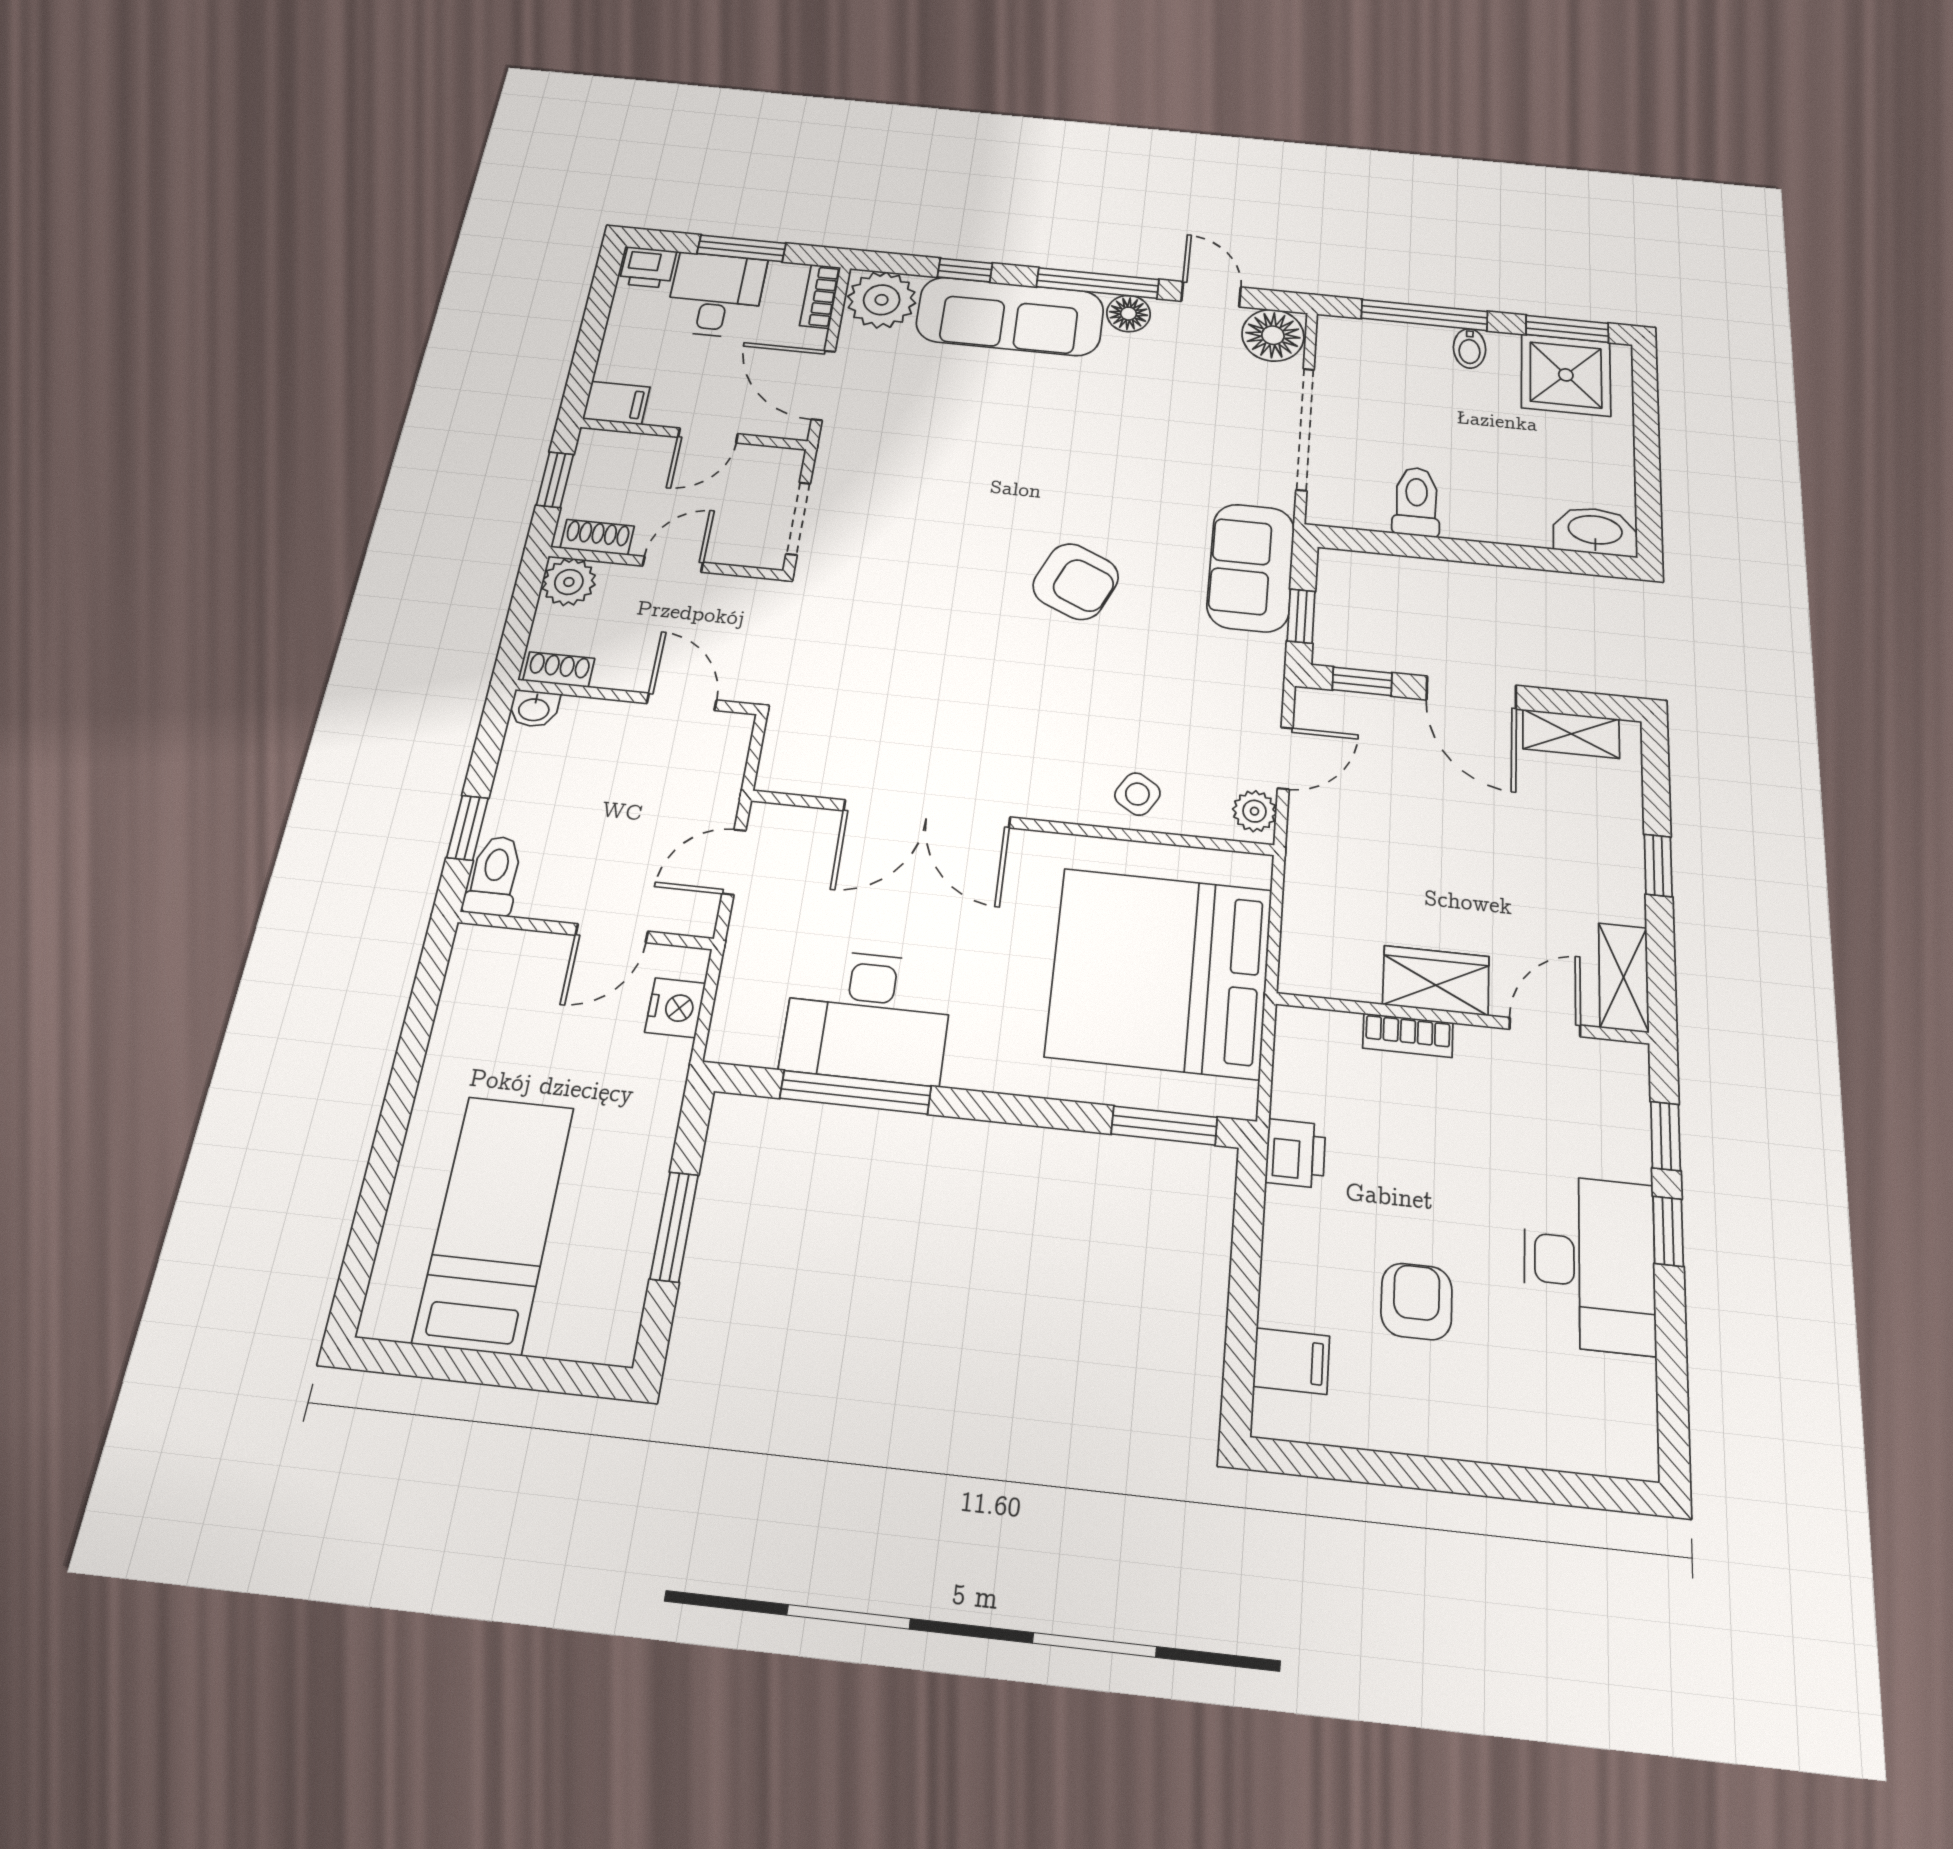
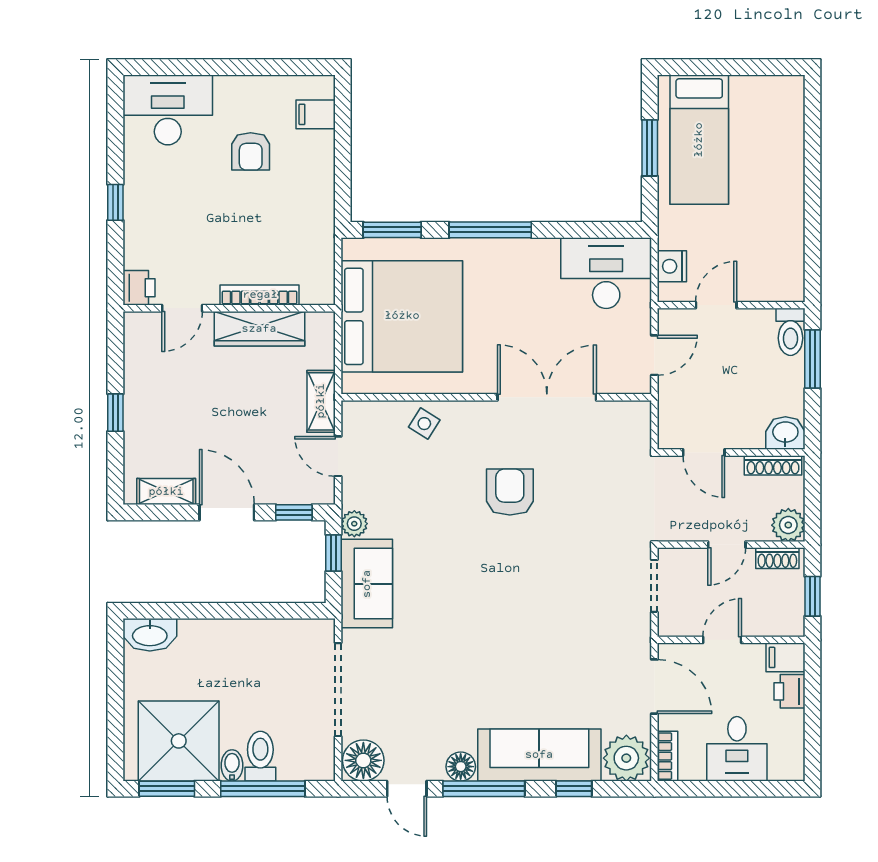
window: (741, 248) -> (727, 789), removed
printer: (648, 267) -> (790, 691), moved, turned -90
shower: (1566, 375) -> (179, 741), width x1.37, depth x1.37
toilet: (1416, 502) -> (260, 756), moved, turned 180
armchair: (1076, 582) -> (510, 492), moved, turned 66
shoe rack: (559, 670) -> (773, 465), width x1.43
washbasin: (534, 709) -> (785, 433), width x1.38, depth x1.45
door: (1285, 758) -> (338, 456), hinge flipped
plant: (1254, 811) -> (354, 524), moved
window: (468, 828) -> (813, 359), width x1.50
shelving: (1624, 977) -> (321, 401), moved
wardrobe: (1436, 980) -> (259, 329), width x1.50
desk: (868, 1016) -> (606, 273), moved
bookcase: (1408, 1035) -> (260, 295), width x1.56
window: (856, 1092) -> (490, 230), moved
window: (1666, 1136) -> (115, 254), removed
printer: (1296, 1153) -> (139, 288), moved, turned 180
bed: (494, 1223) -> (699, 140), moved
desk: (1590, 1263) -> (168, 110), moved, turned 90

